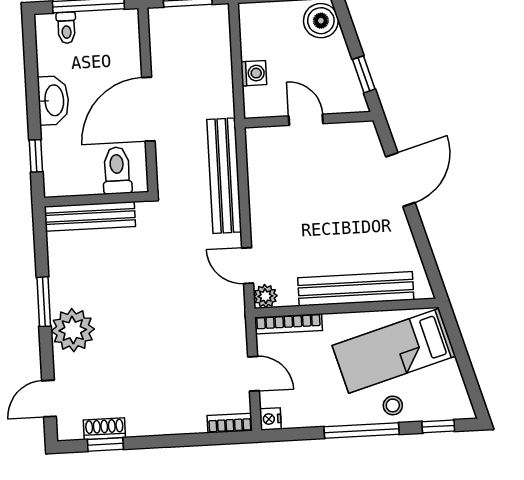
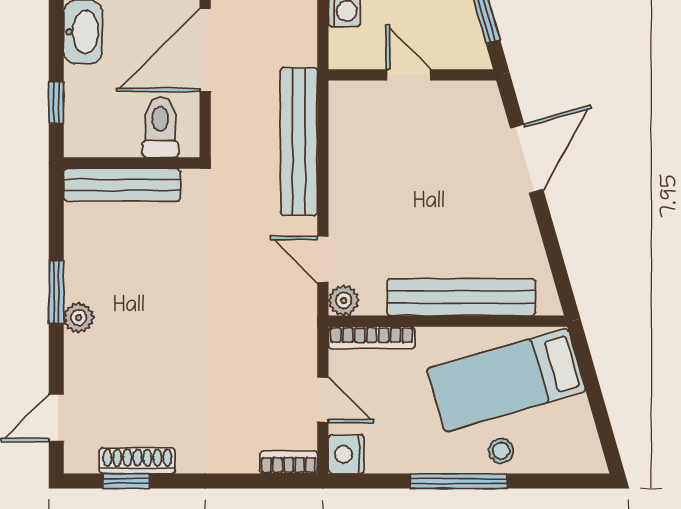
plant: (73, 330) -> (79, 318), width x0.53, depth x0.53
nightstand: (270, 419) -> (346, 454), width x1.39, depth x1.35
window: (438, 426) -> (558, 481), removed
shoe rack: (104, 429) -> (137, 461), width x1.43

